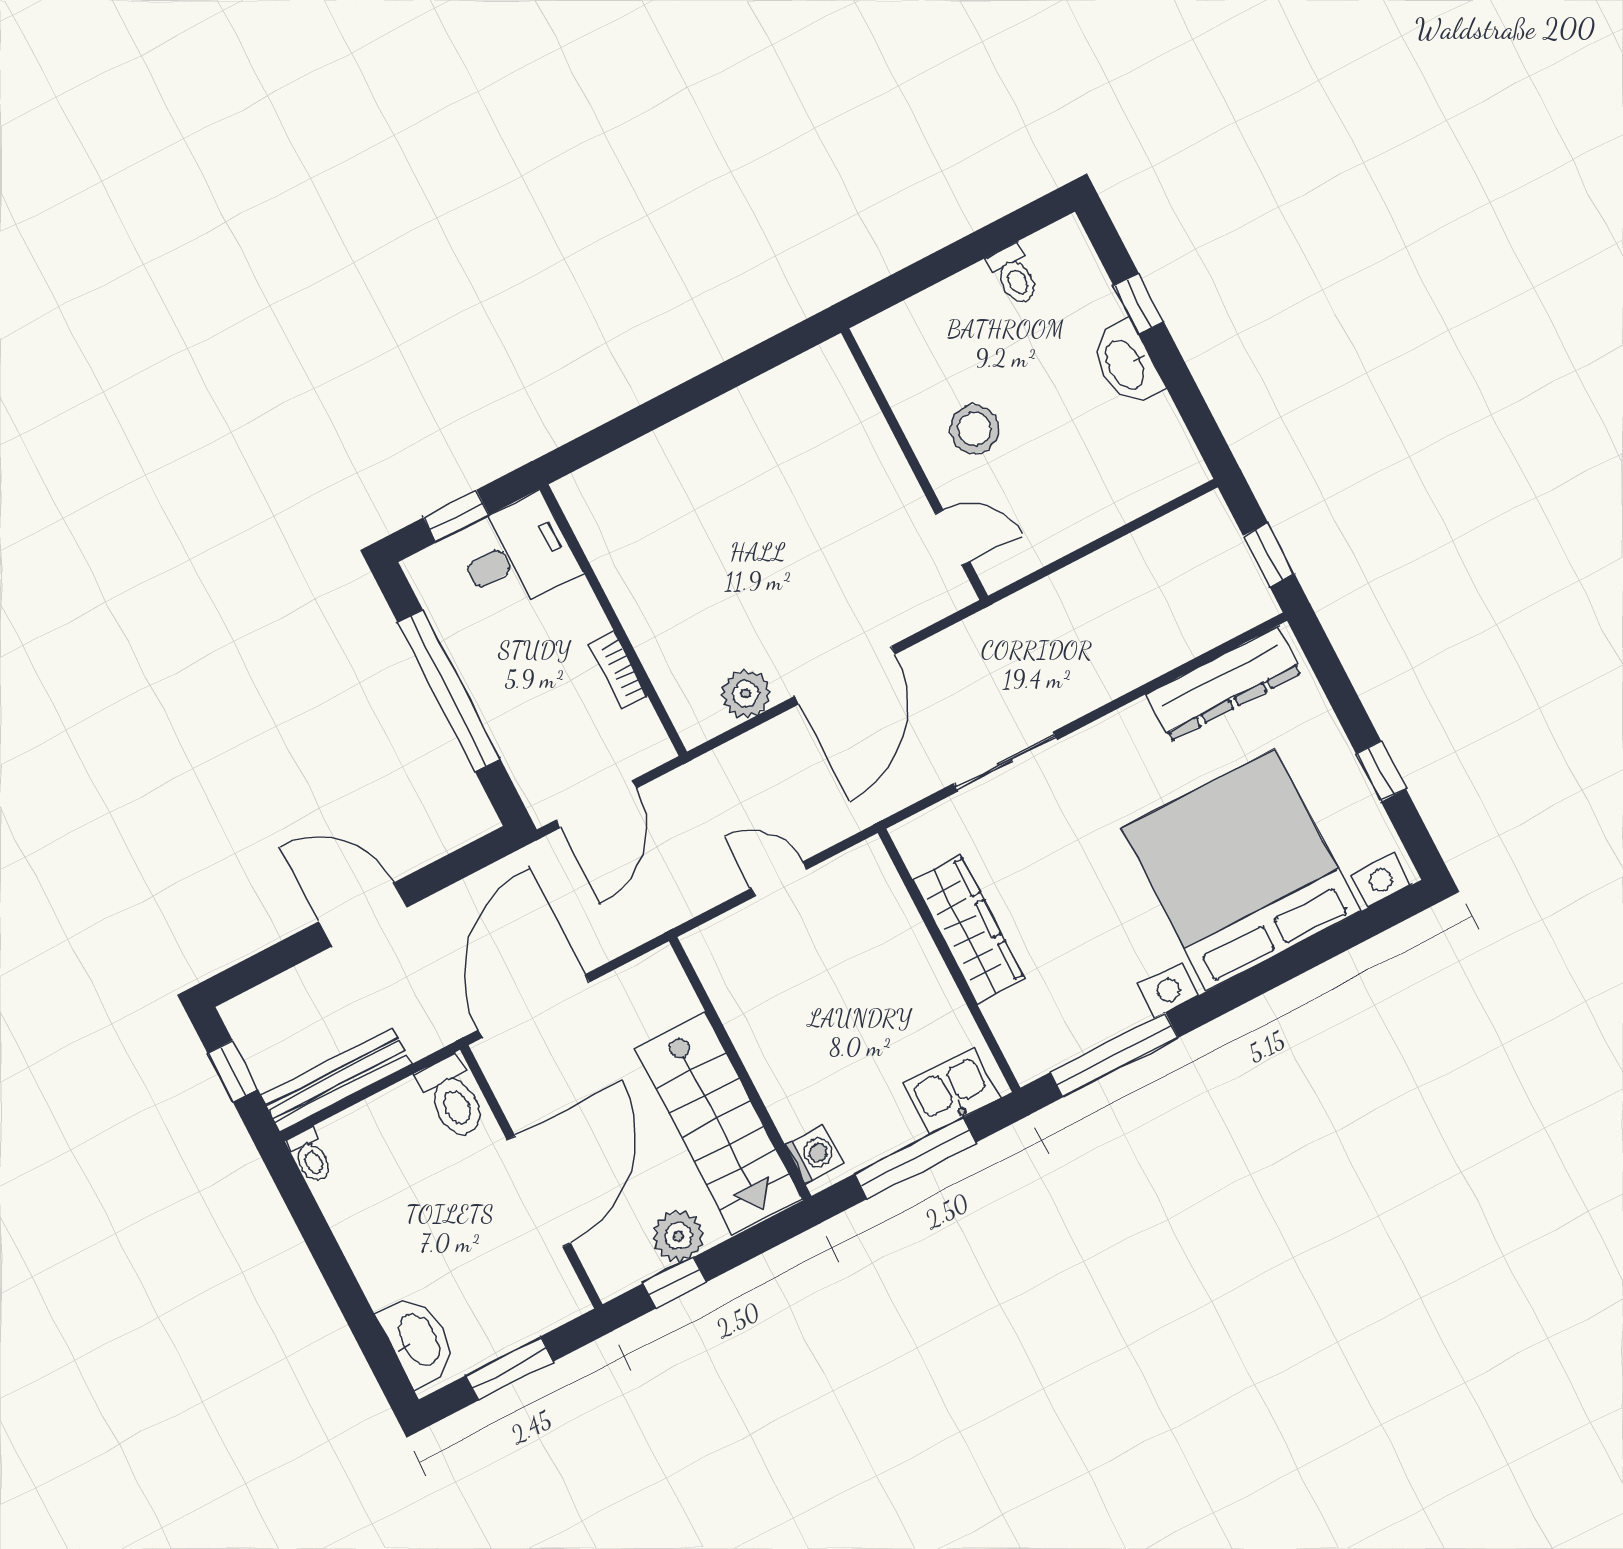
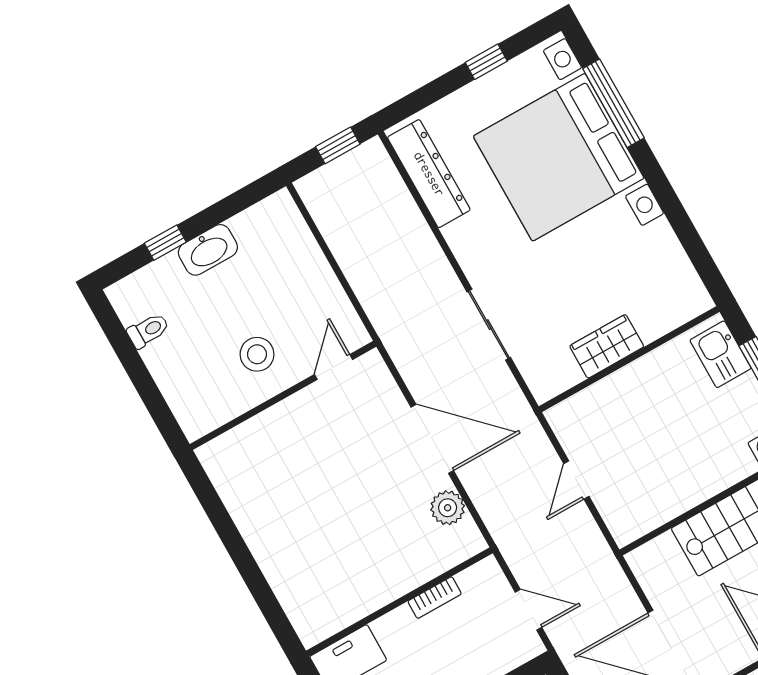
door: (596, 804) -> (529, 610), width x0.73
wardrobe: (968, 929) -> (607, 346), width x0.67
window: (1114, 1055) -> (613, 103), moved

